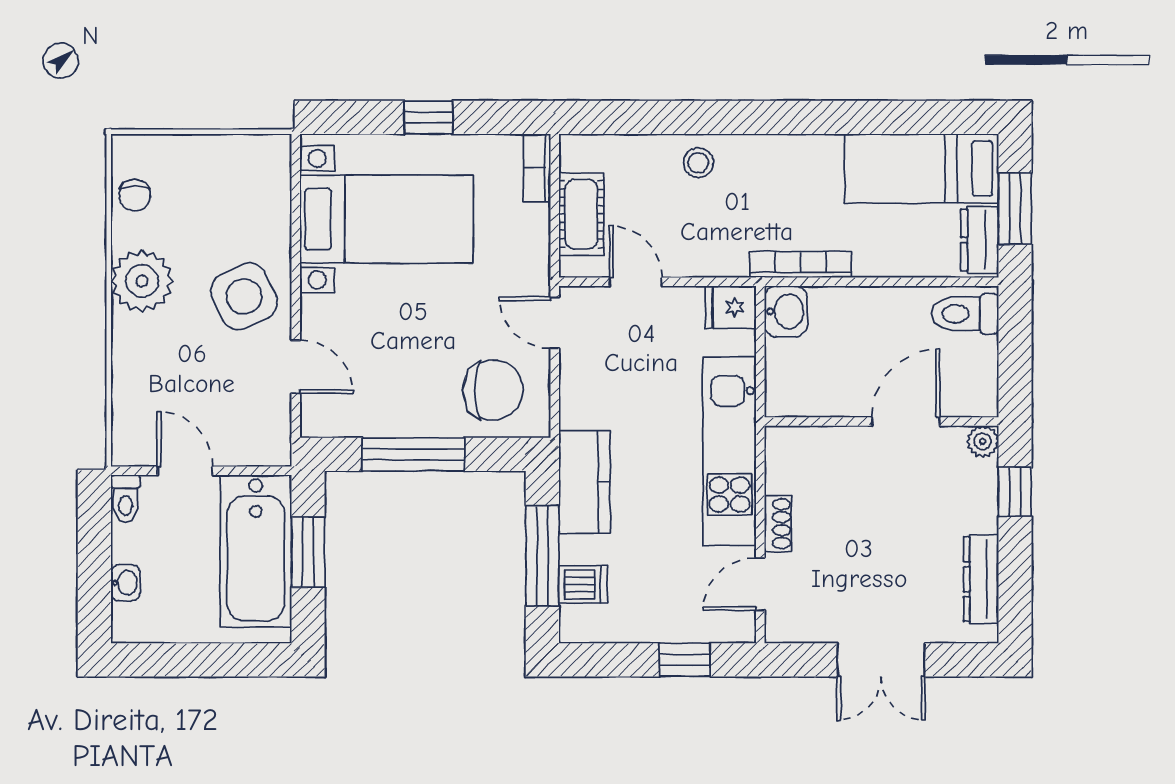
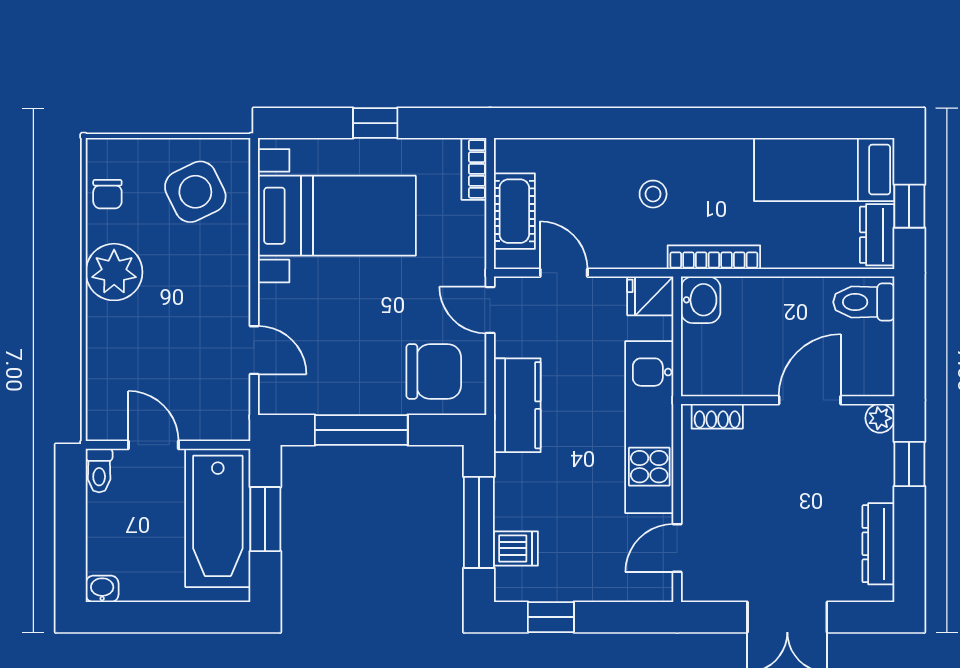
stool: (698, 163) -> (653, 194), moved
window: (1015, 209) -> (909, 206), width x0.67
side table: (244, 296) -> (195, 192), moved
kitchen counter: (585, 482) -> (517, 405), moved
shoe rack: (778, 524) -> (717, 416), moved, turned 90
washbasin: (125, 583) -> (102, 589), moved, turned -90
window: (685, 660) -> (551, 617), moved

